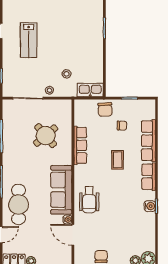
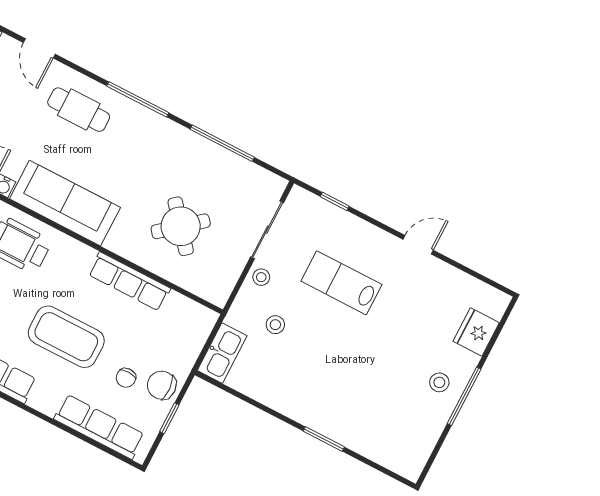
lab bench: (29, 40) -> (341, 283), moved
chair: (105, 109) -> (162, 385), moved
row of seats: (148, 141) -> (99, 427), moved
coffee table: (118, 160) -> (66, 337), width x1.86, depth x1.72
cafe table: (19, 204) -> (79, 110), width x0.73, depth x0.74

